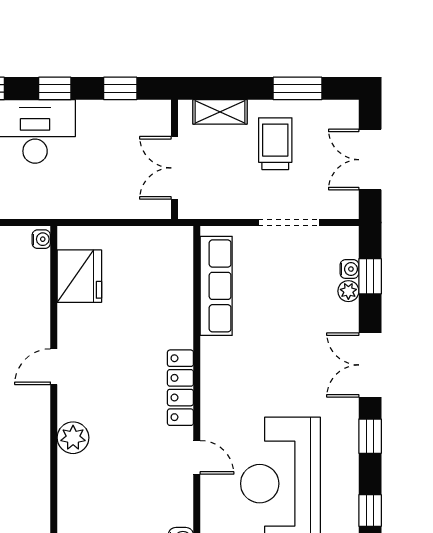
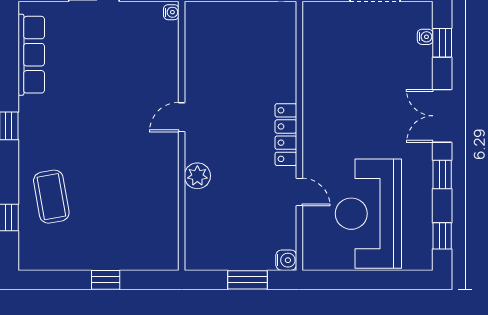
fridge: (79, 276) -> (203, 43), removed
row of seats: (216, 286) -> (315, 51), removed
plant: (348, 291) -> (424, 55), removed

